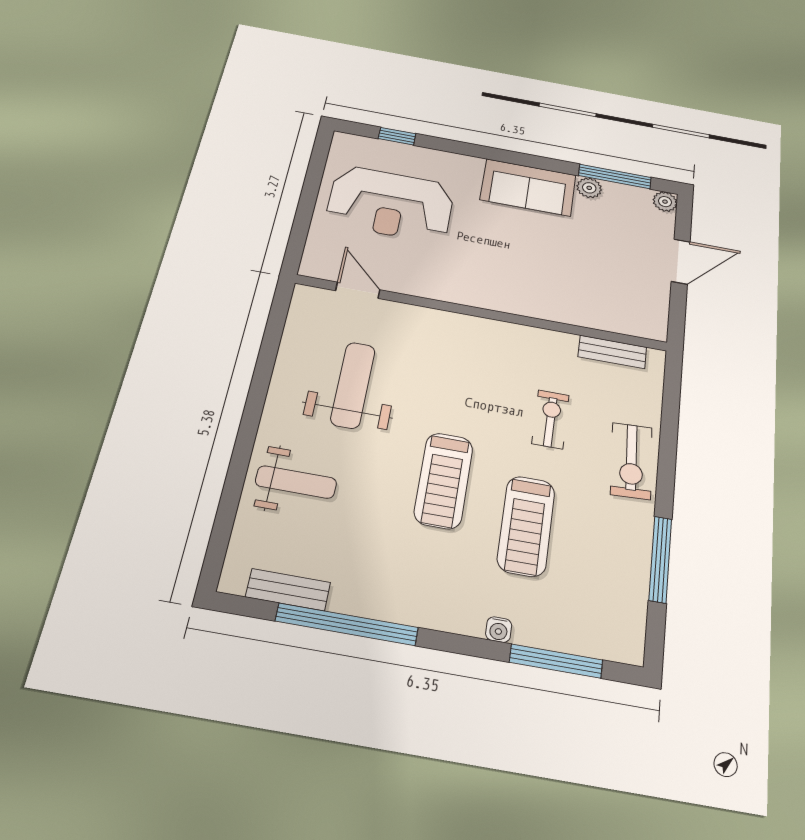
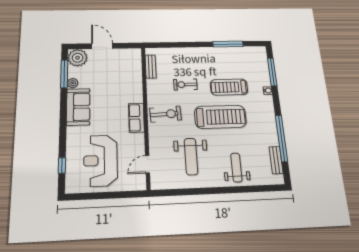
plant: (665, 202) -> (78, 58), width x1.88, depth x1.88
reception desk: (391, 204) -> (100, 160), turned 180
row of seats: (479, 293) -> (136, 118), added
weight bench: (353, 385) -> (191, 156), turned -90
exercise bike: (631, 461) -> (166, 114), moved
treadmill: (444, 480) -> (220, 117), width x1.37, depth x1.38
treadmill: (526, 526) -> (229, 87), turned 180

